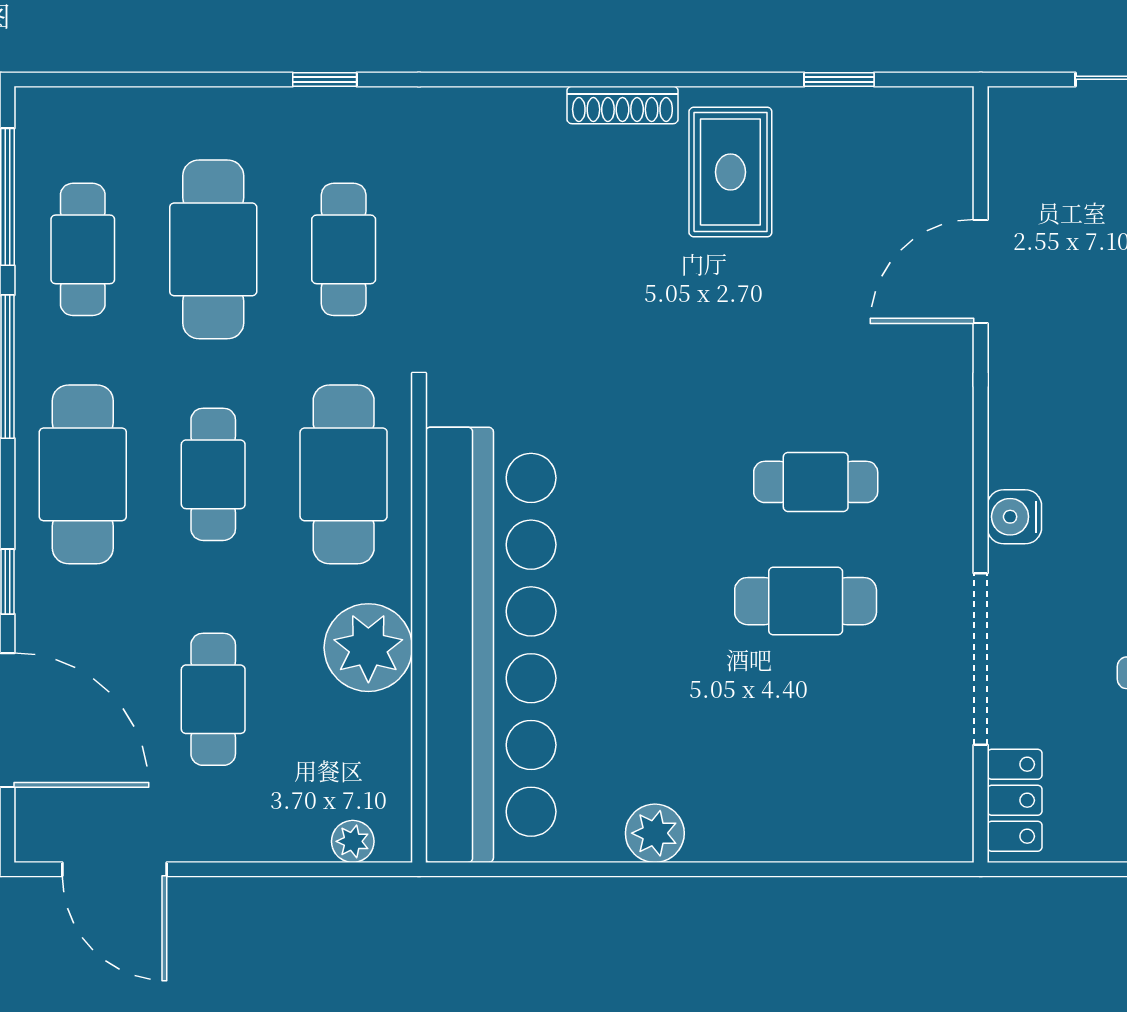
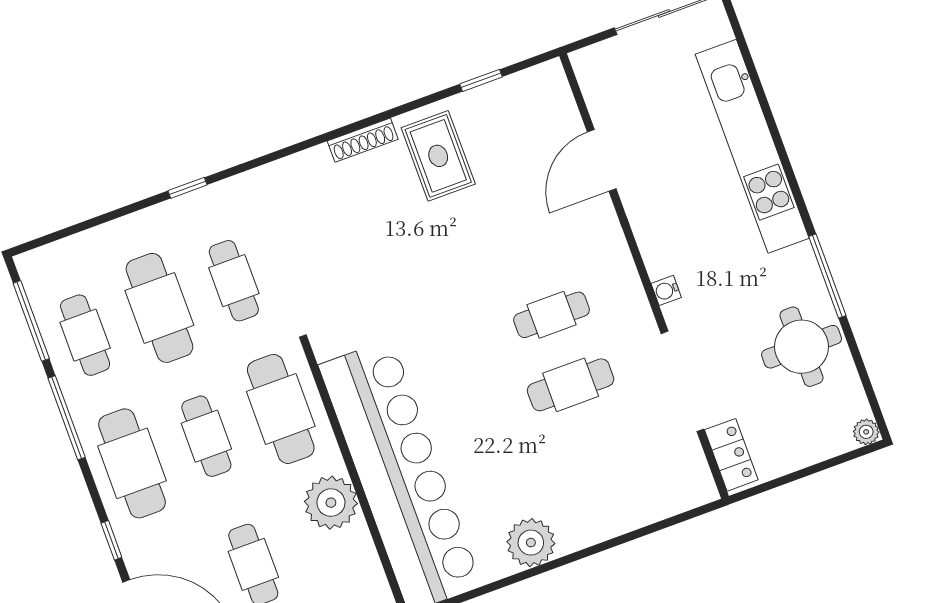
water cooler: (1014, 517) -> (666, 290), width x0.72, depth x0.72
plant: (655, 833) -> (531, 543), width x1.36, depth x1.36

